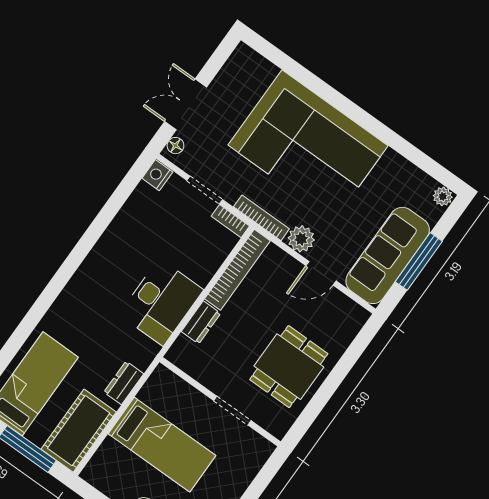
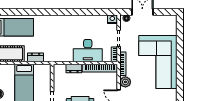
desk: (161, 302) -> (88, 51), moved

